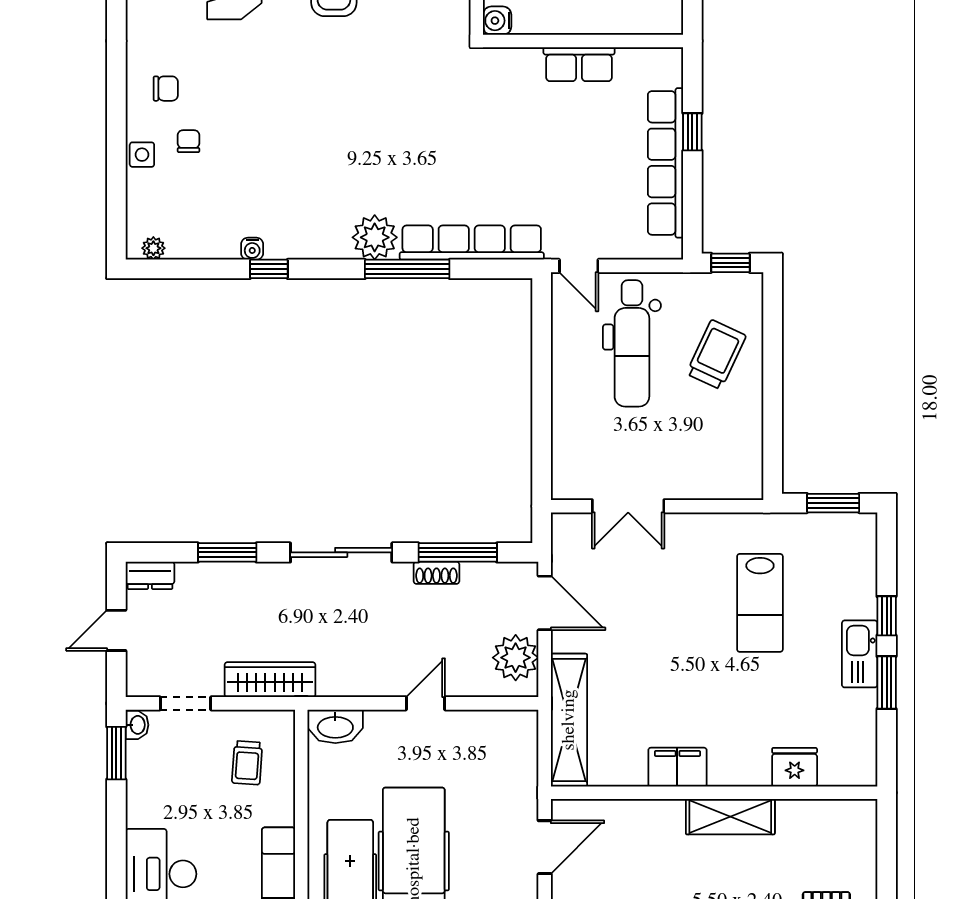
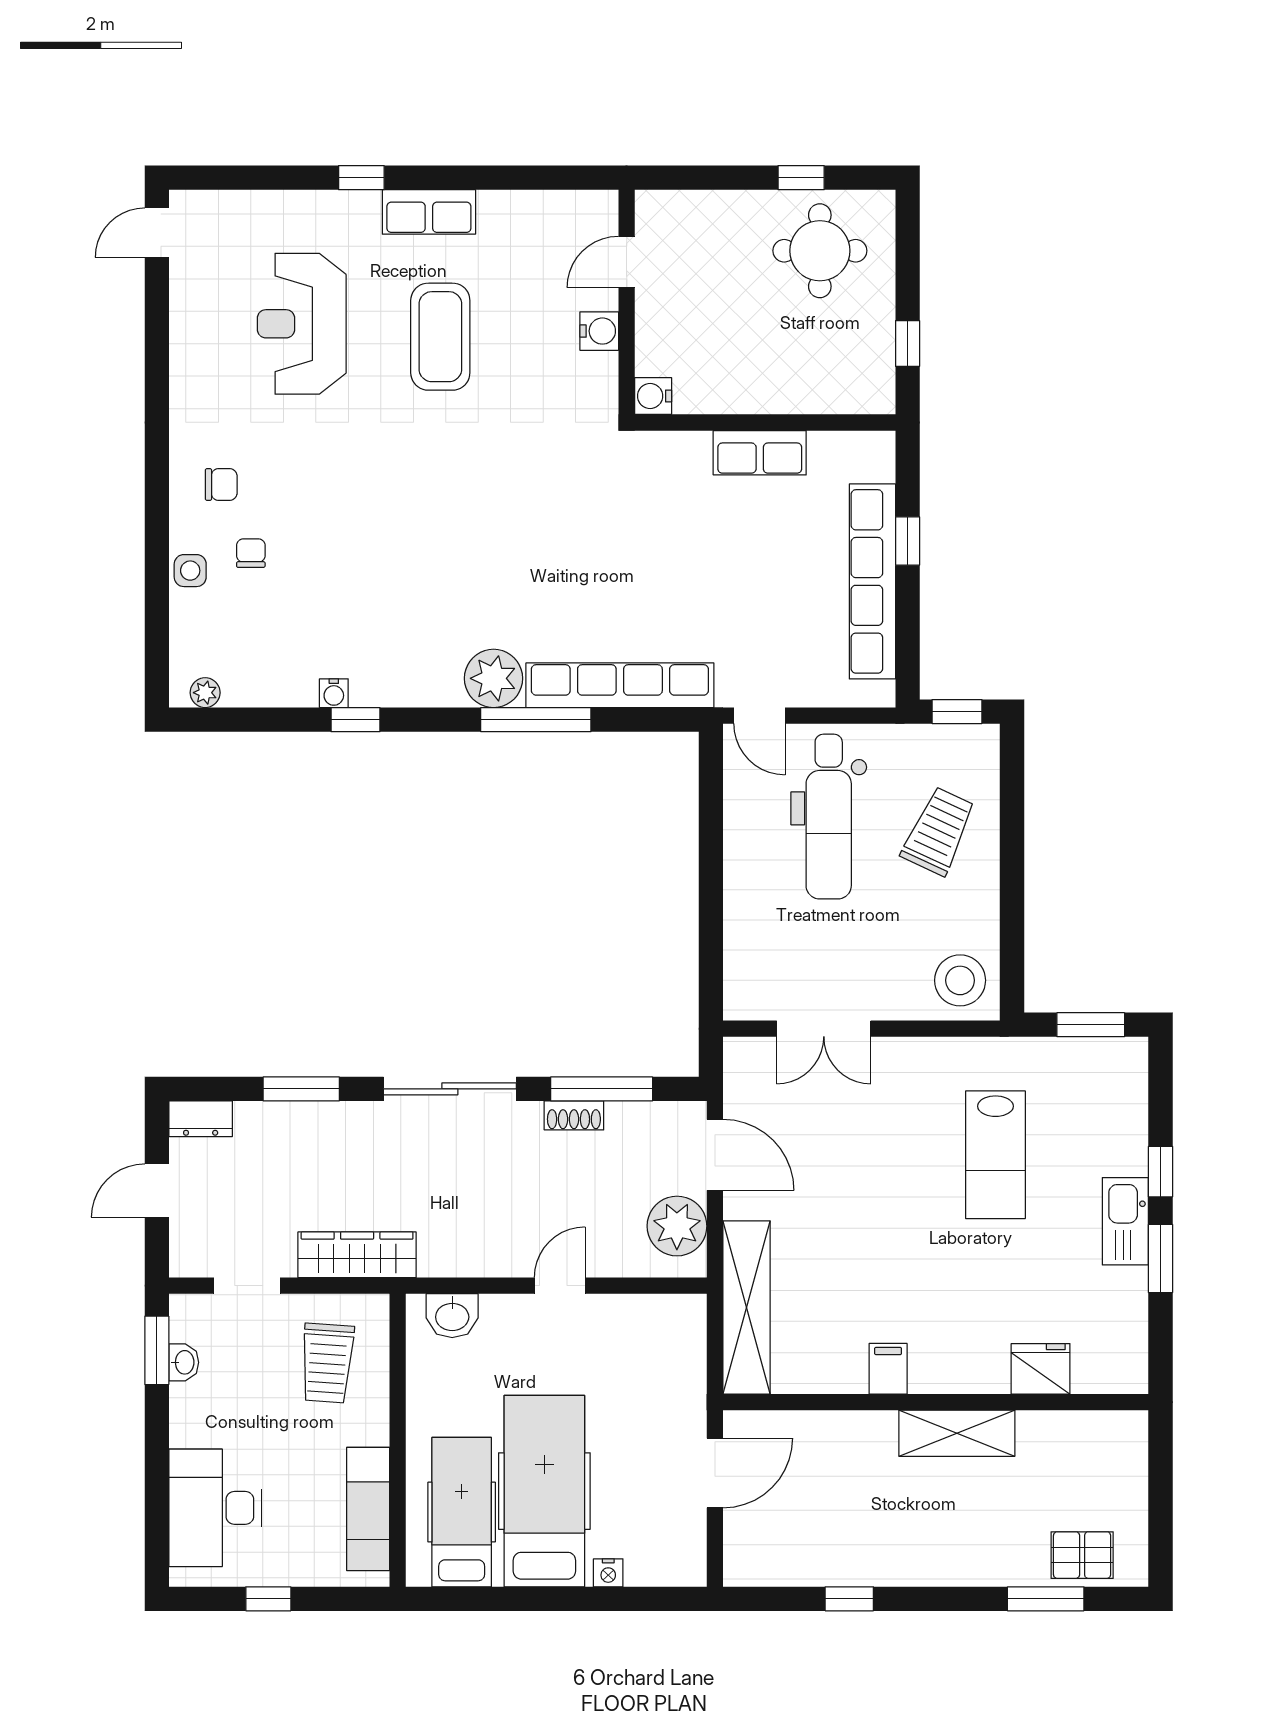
stool: (733, 469) -> (960, 980), added
washbasin: (137, 725) -> (184, 1362), moved
washbasin: (335, 726) -> (452, 1316), width x0.72
trolley: (247, 763) -> (327, 1363), width x1.36, depth x1.39
filing cabinet: (677, 767) -> (888, 1369), width x0.50

